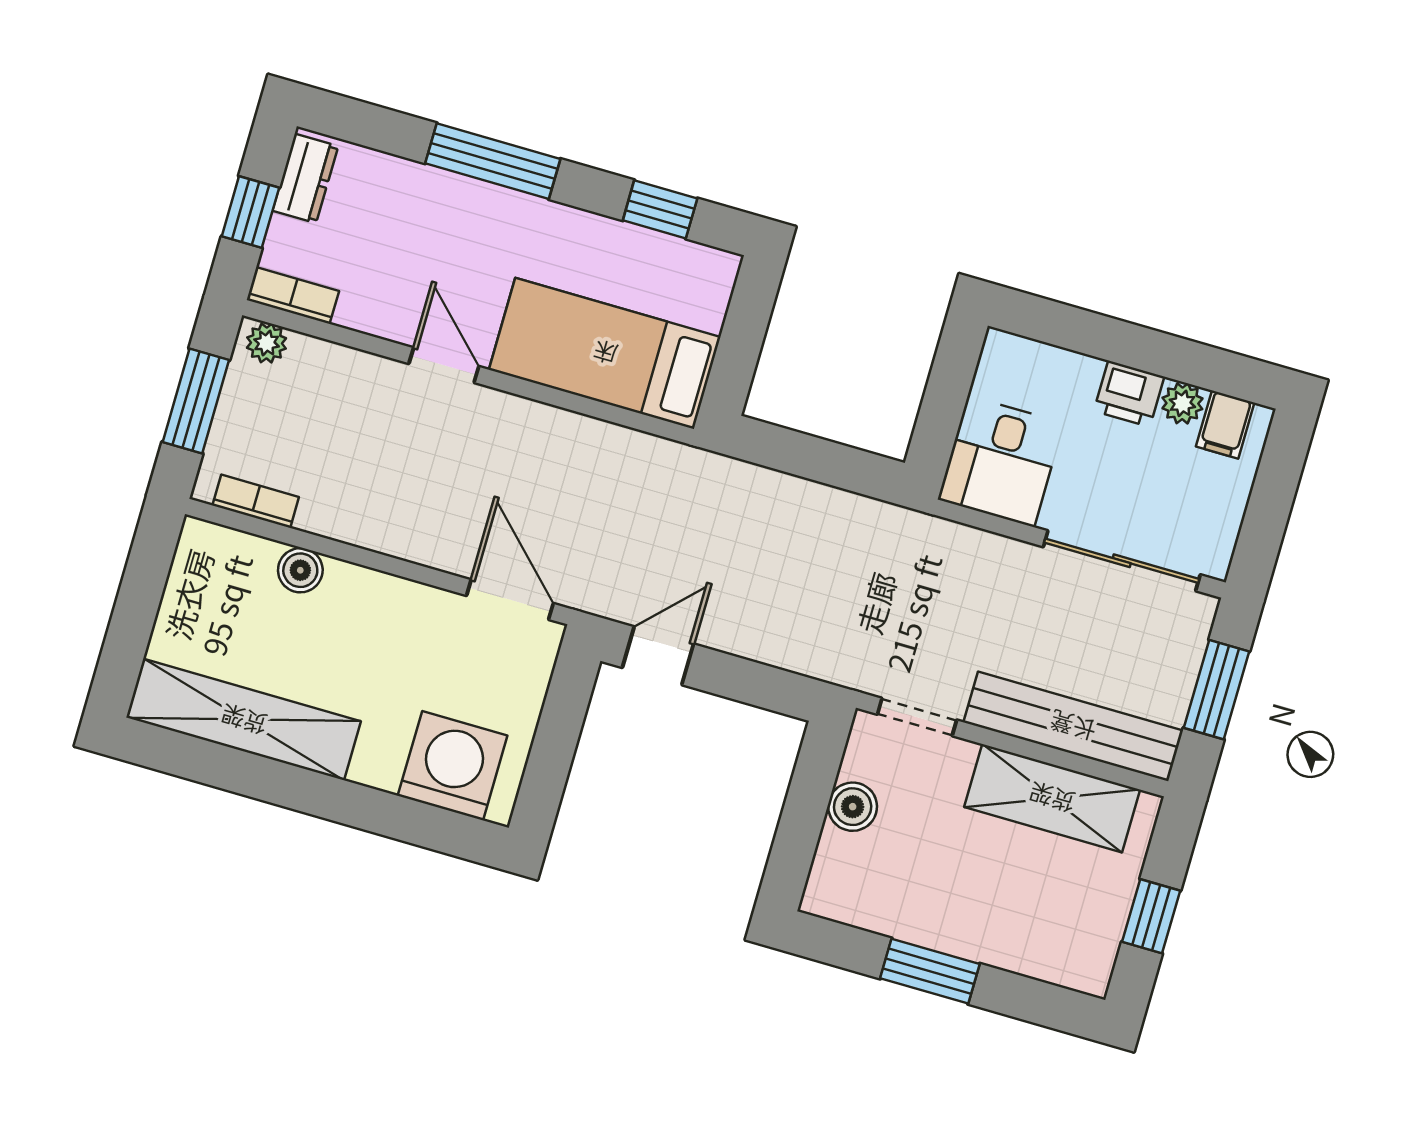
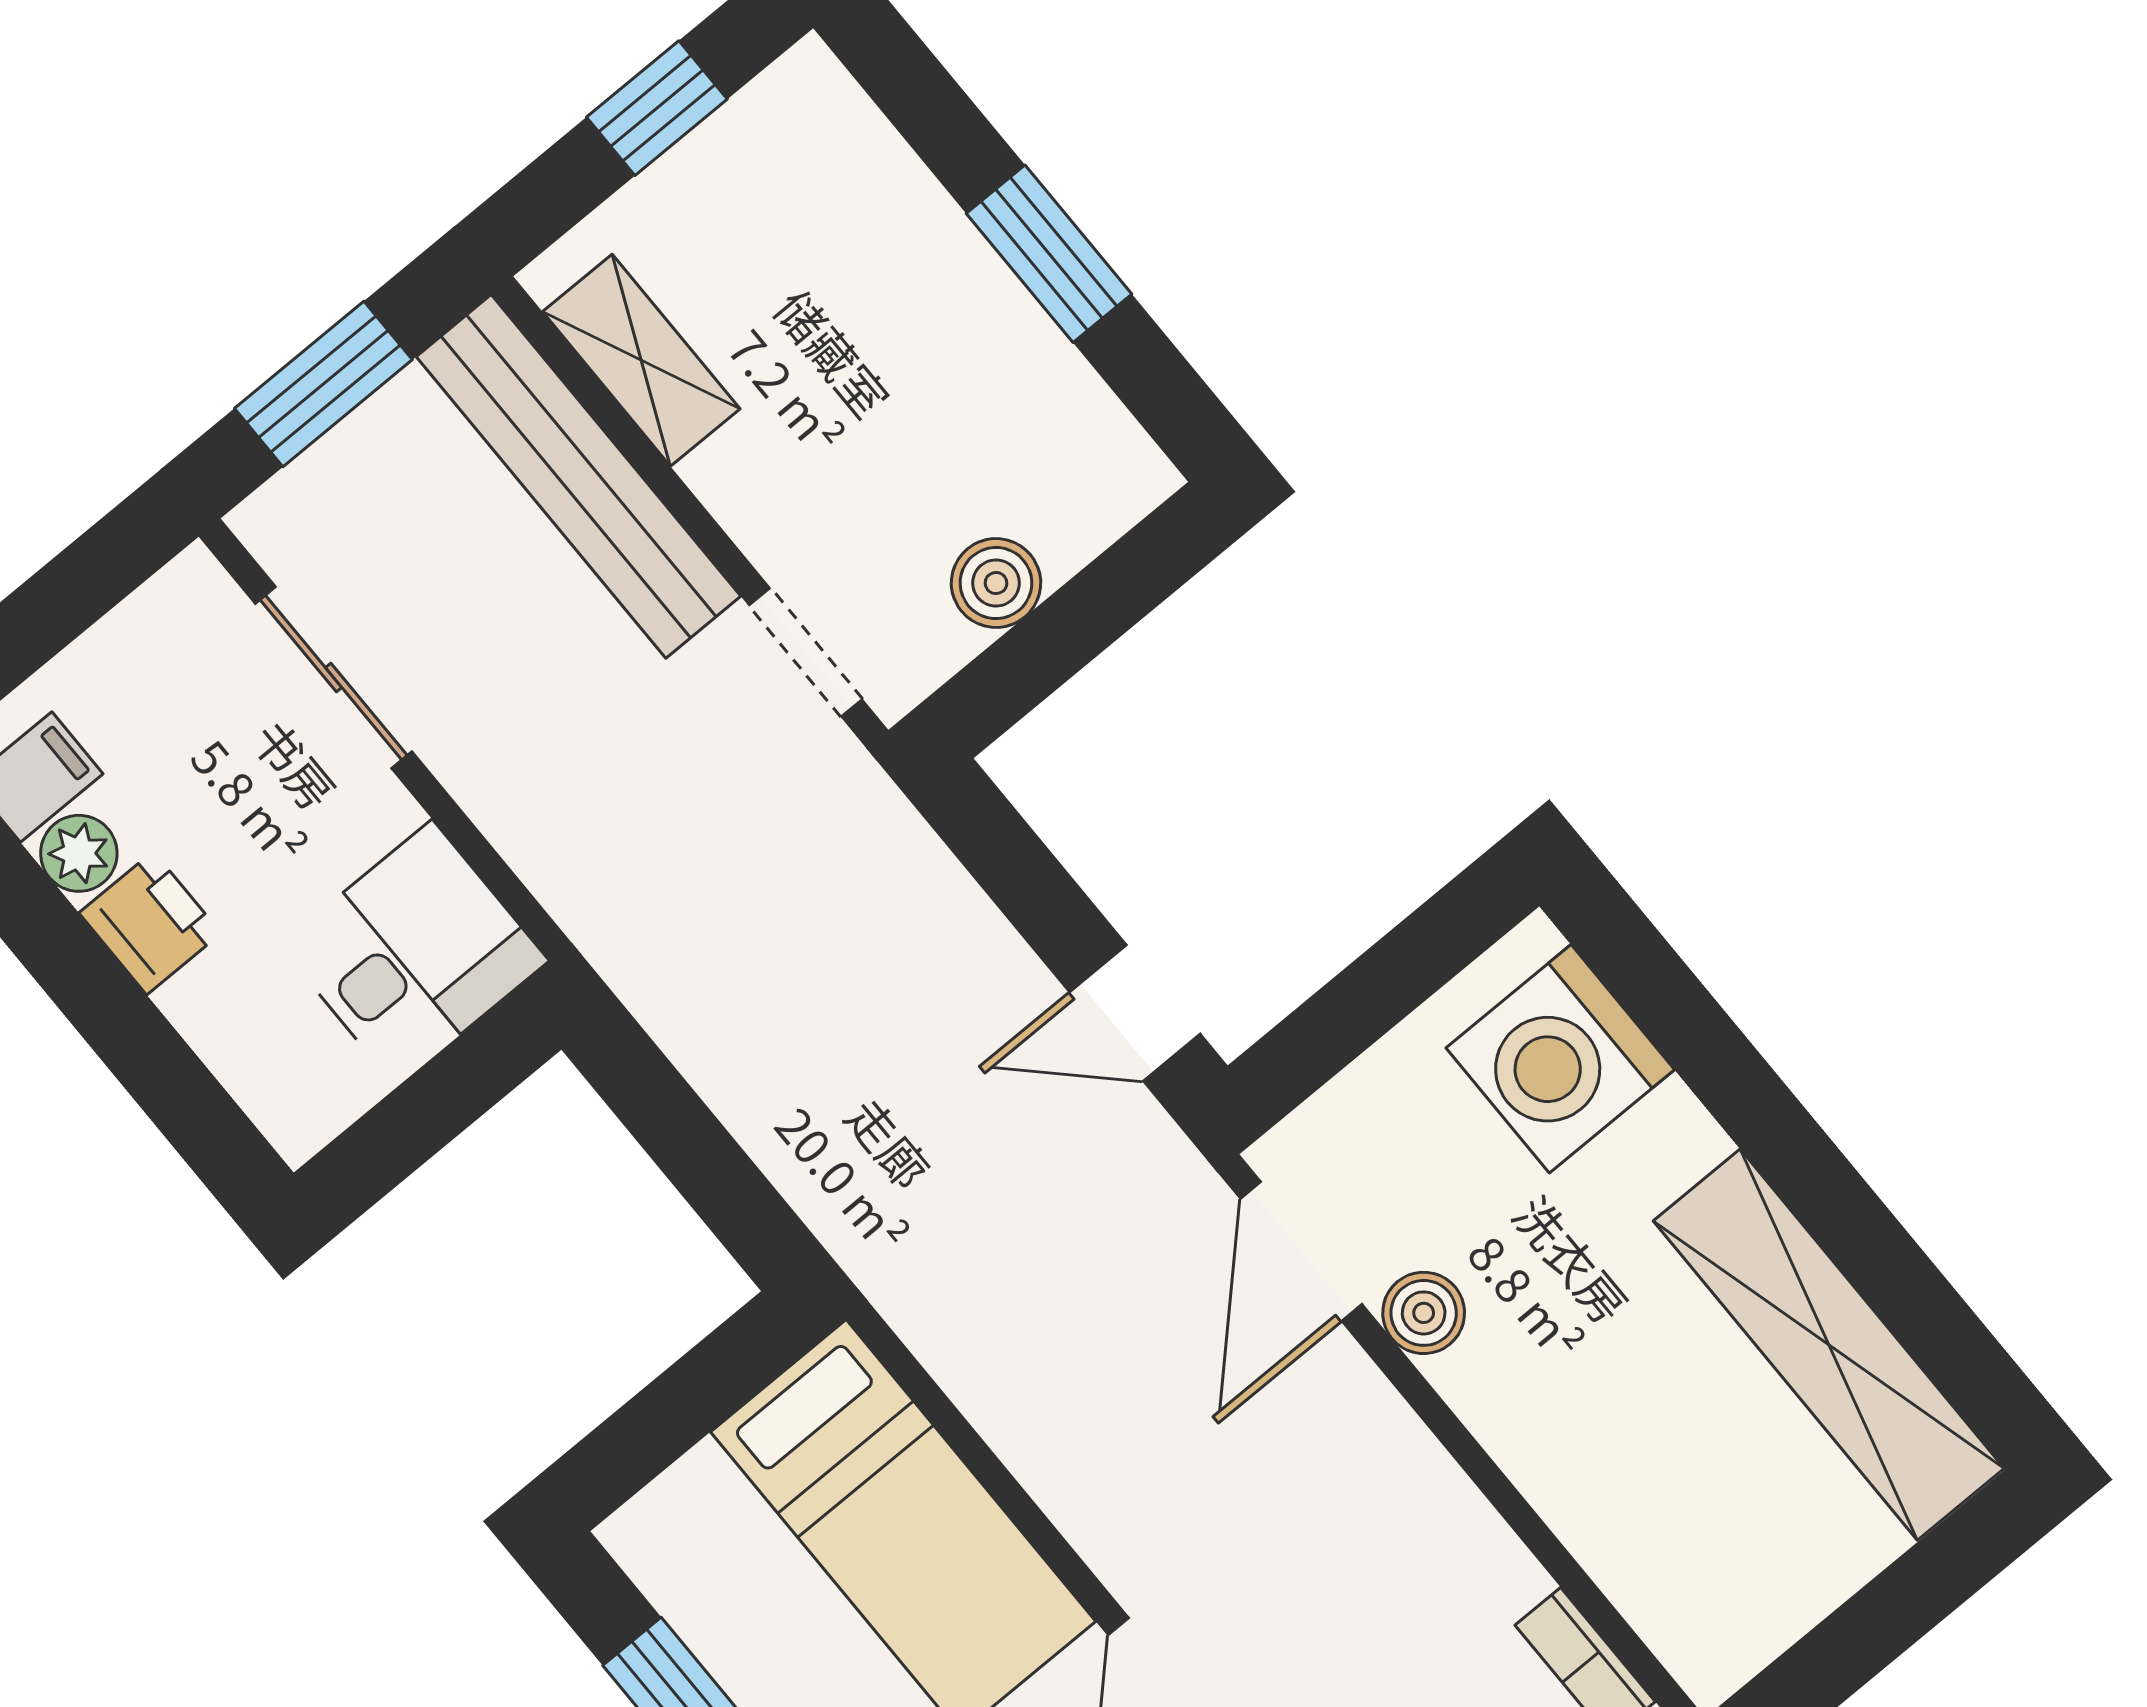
sliding door: (1122, 561) -> (334, 678), width x0.73
boiler: (300, 570) -> (1424, 1313), moved
shelving: (1052, 798) -> (641, 360), width x0.67, depth x0.75

